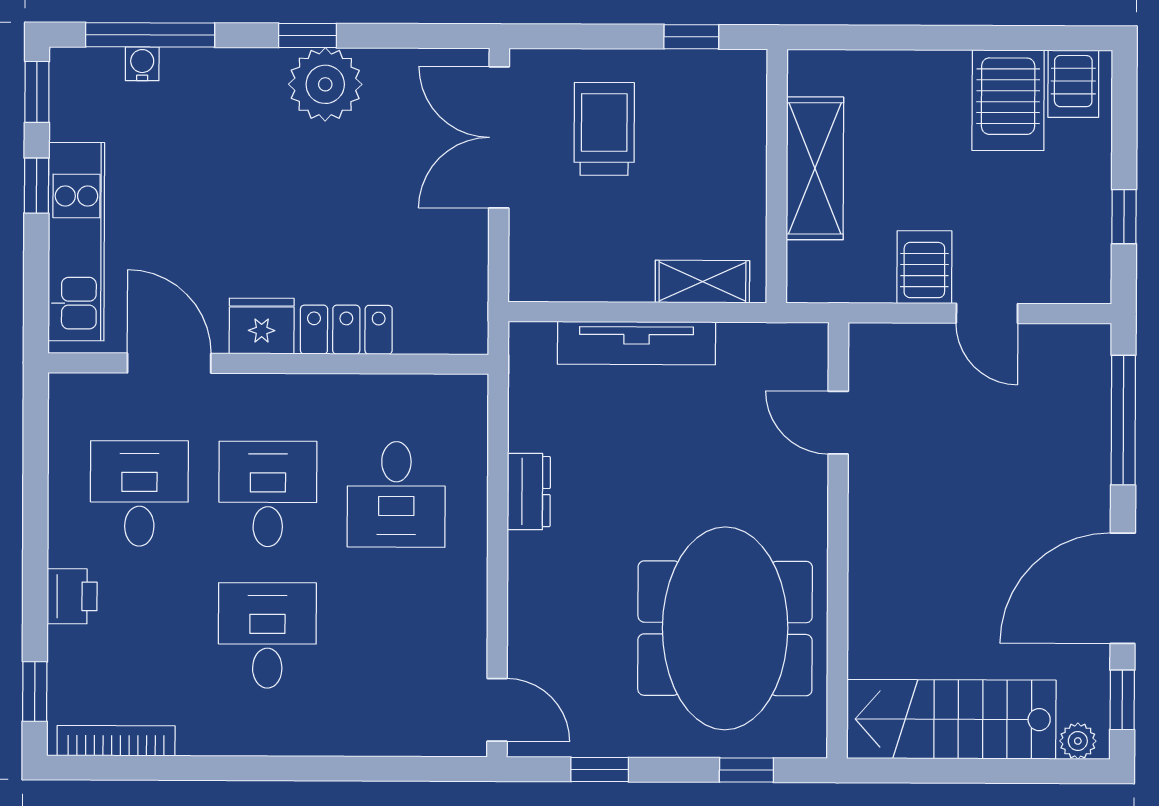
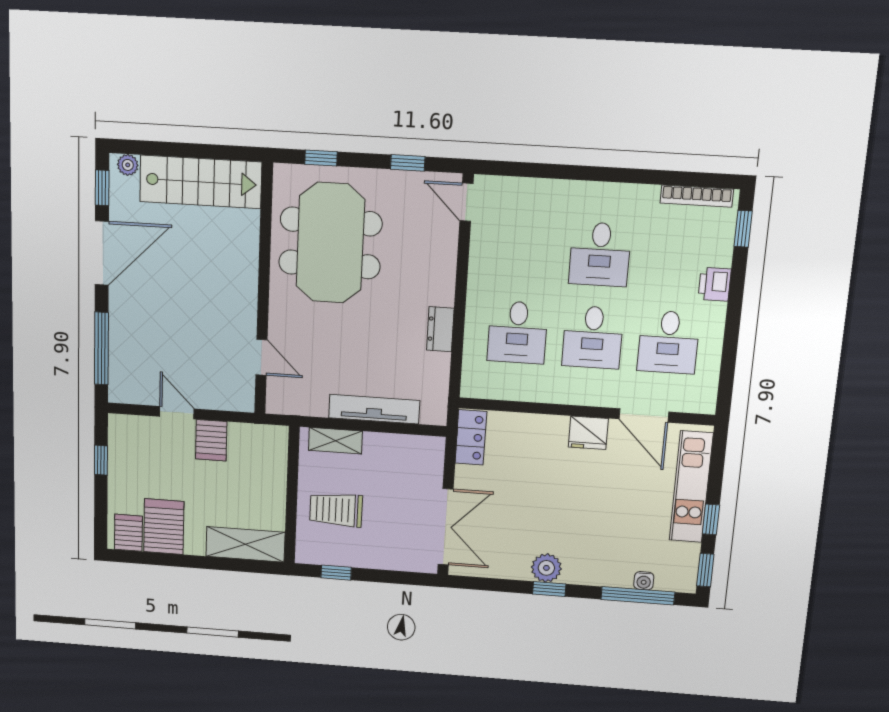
plant: (325, 84) -> (546, 568), width x0.73, depth x0.73
trolley: (604, 129) -> (336, 510), moved, turned 90
shelving: (815, 168) -> (245, 544), moved, turned 90
locker: (346, 330) -> (471, 437), moved, turned -90
desk: (396, 494) -> (517, 332), turned 180

